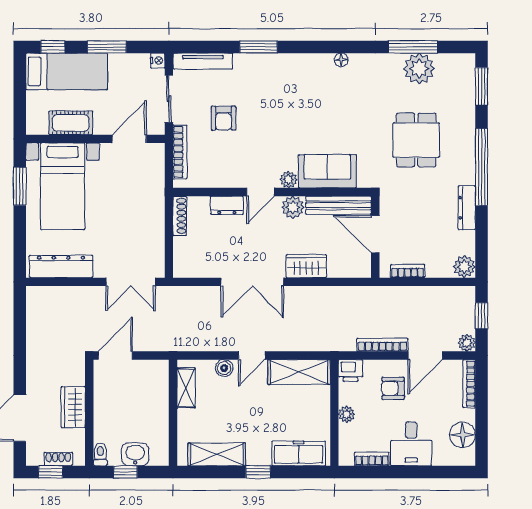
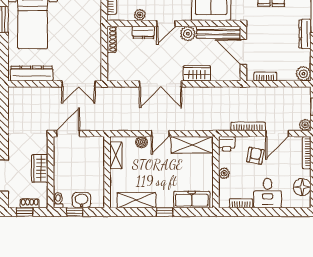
plant: (289, 180) -> (140, 15), moved
armchair: (393, 388) -> (255, 156), turned 101

